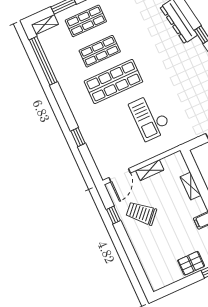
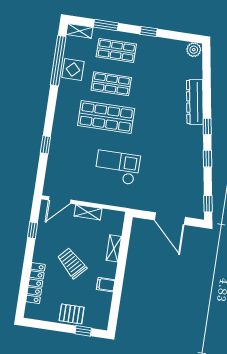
display table: (60, 60) -> (73, 70), added
checkout: (150, 117) -> (117, 167), turned 90
trolley: (141, 213) -> (72, 263), moved
locker: (145, 257) -> (36, 283), added

